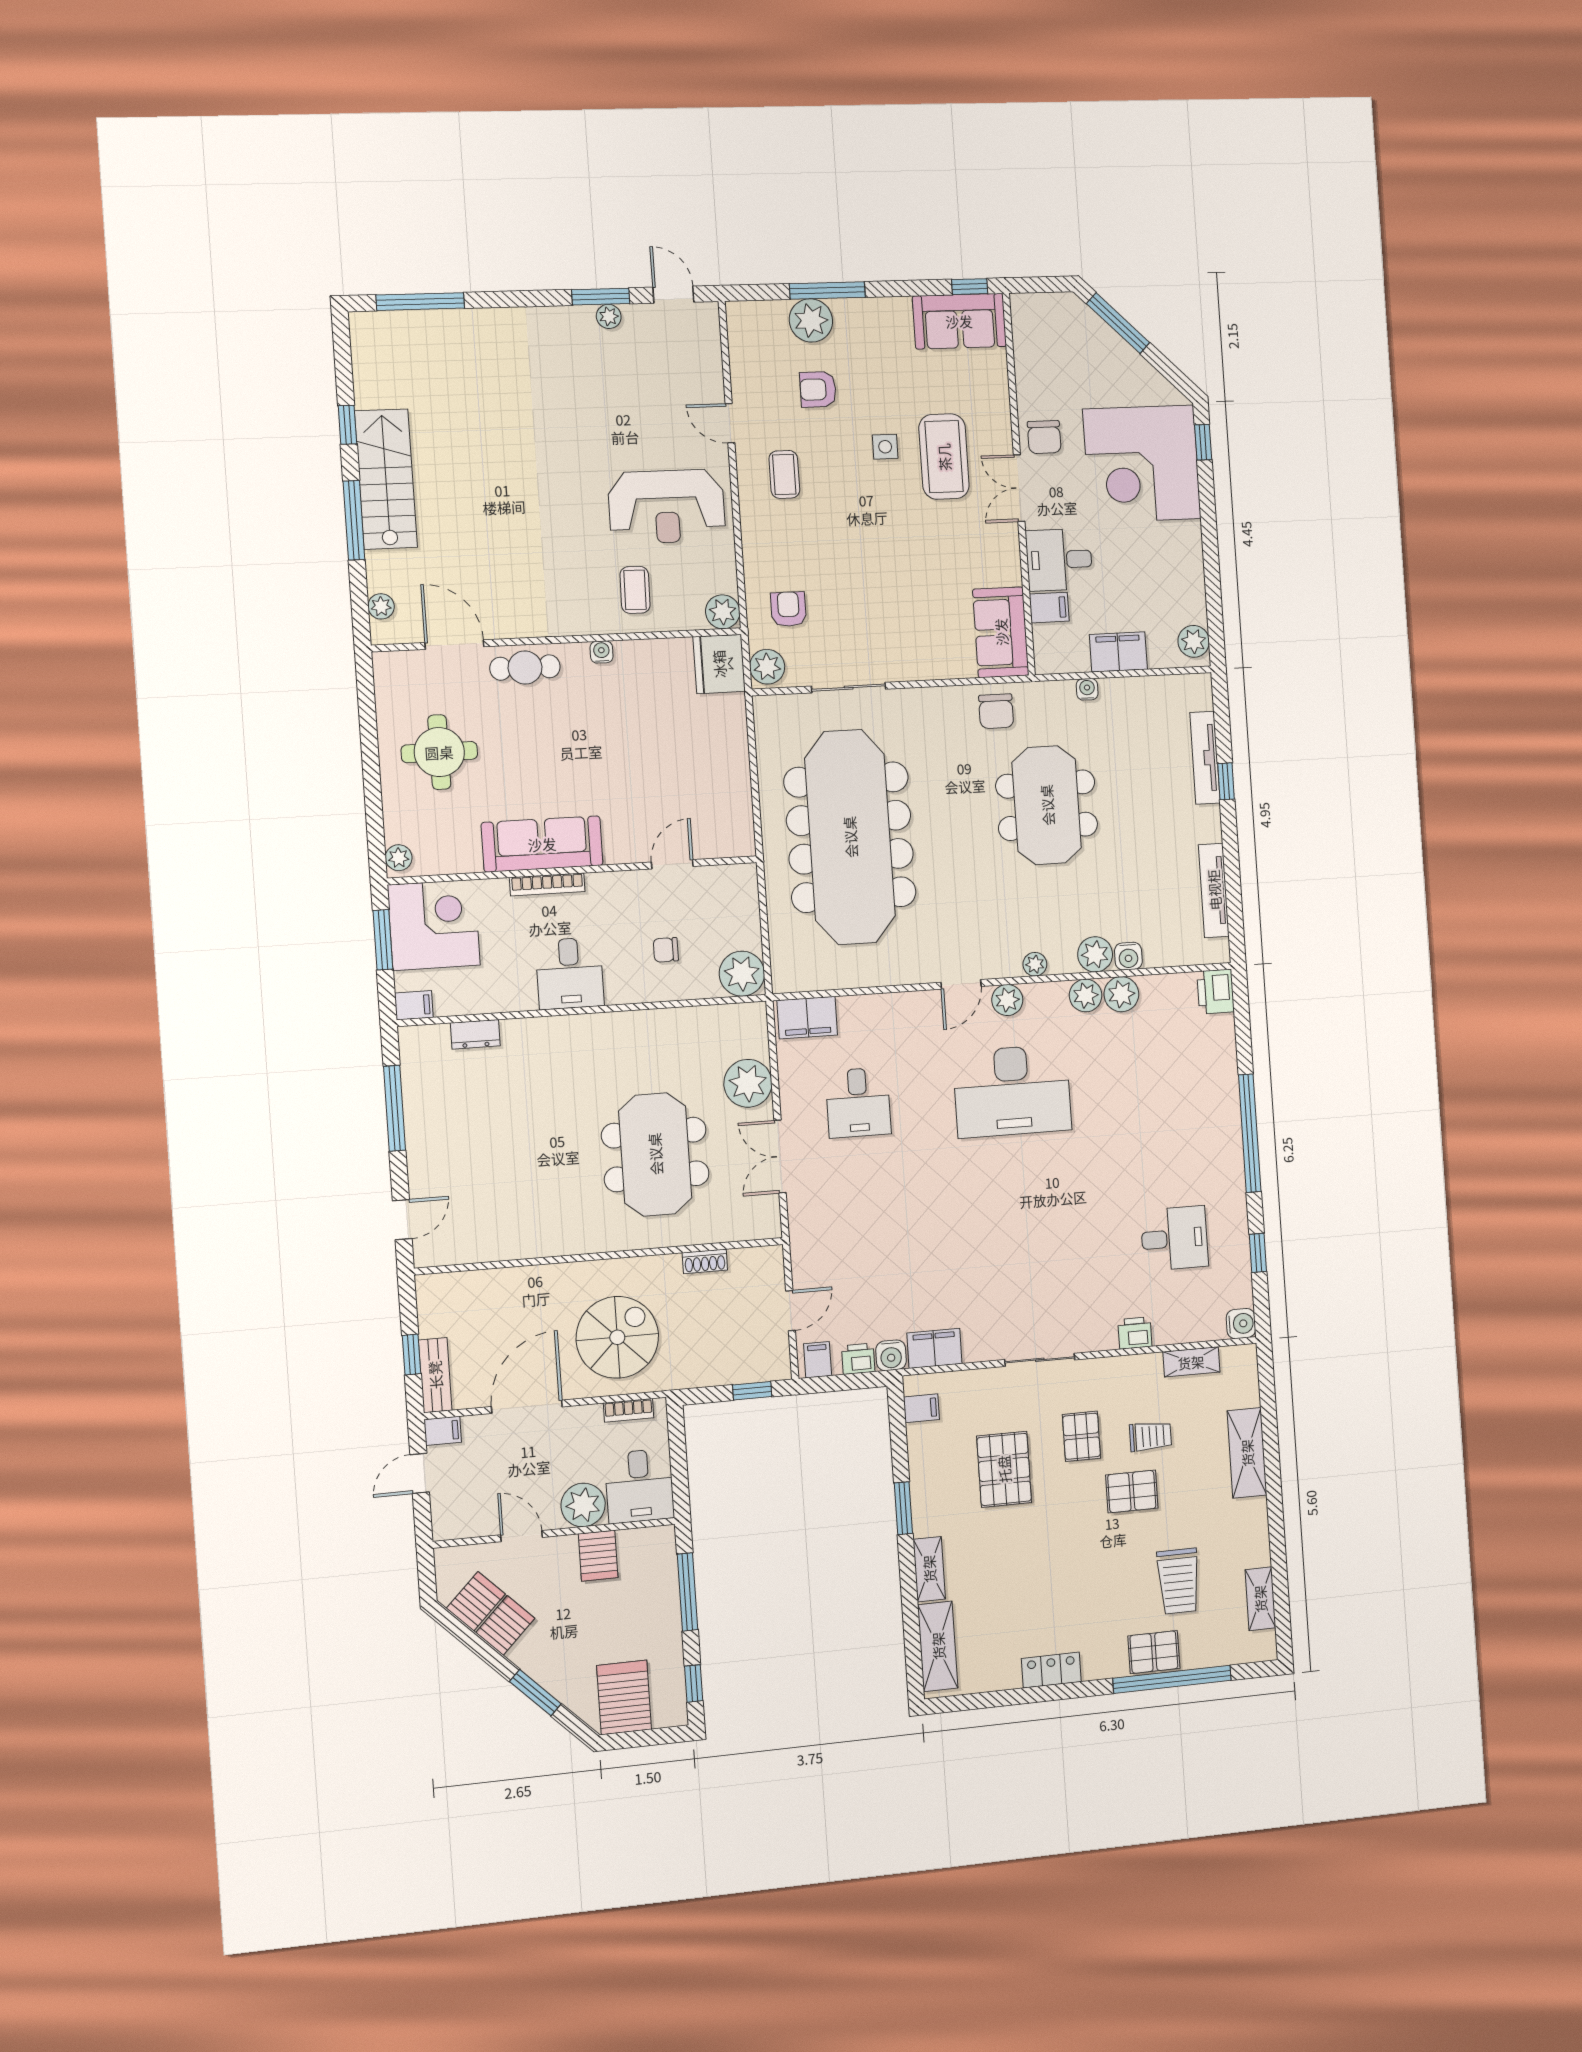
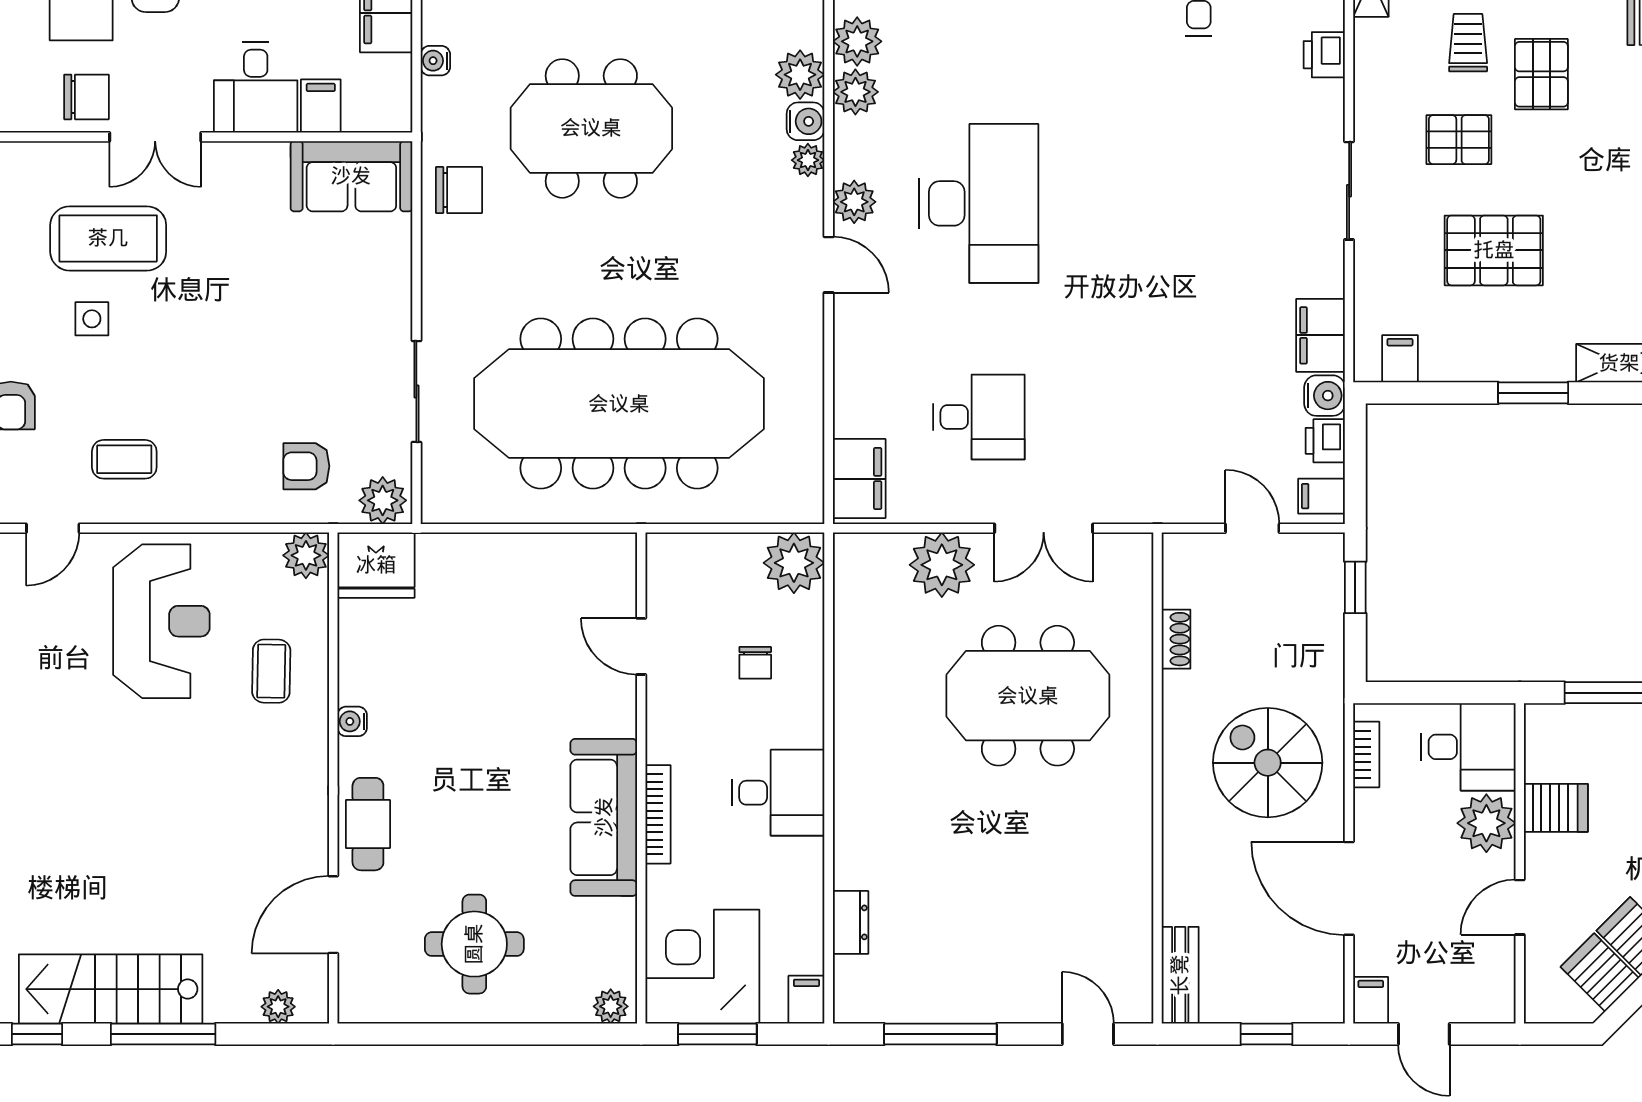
coffee table: (635, 590) -> (271, 671), turned 90
water cooler: (1128, 956) -> (806, 121), moved
bench: (435, 1375) -> (1180, 975), moved, turned 90

